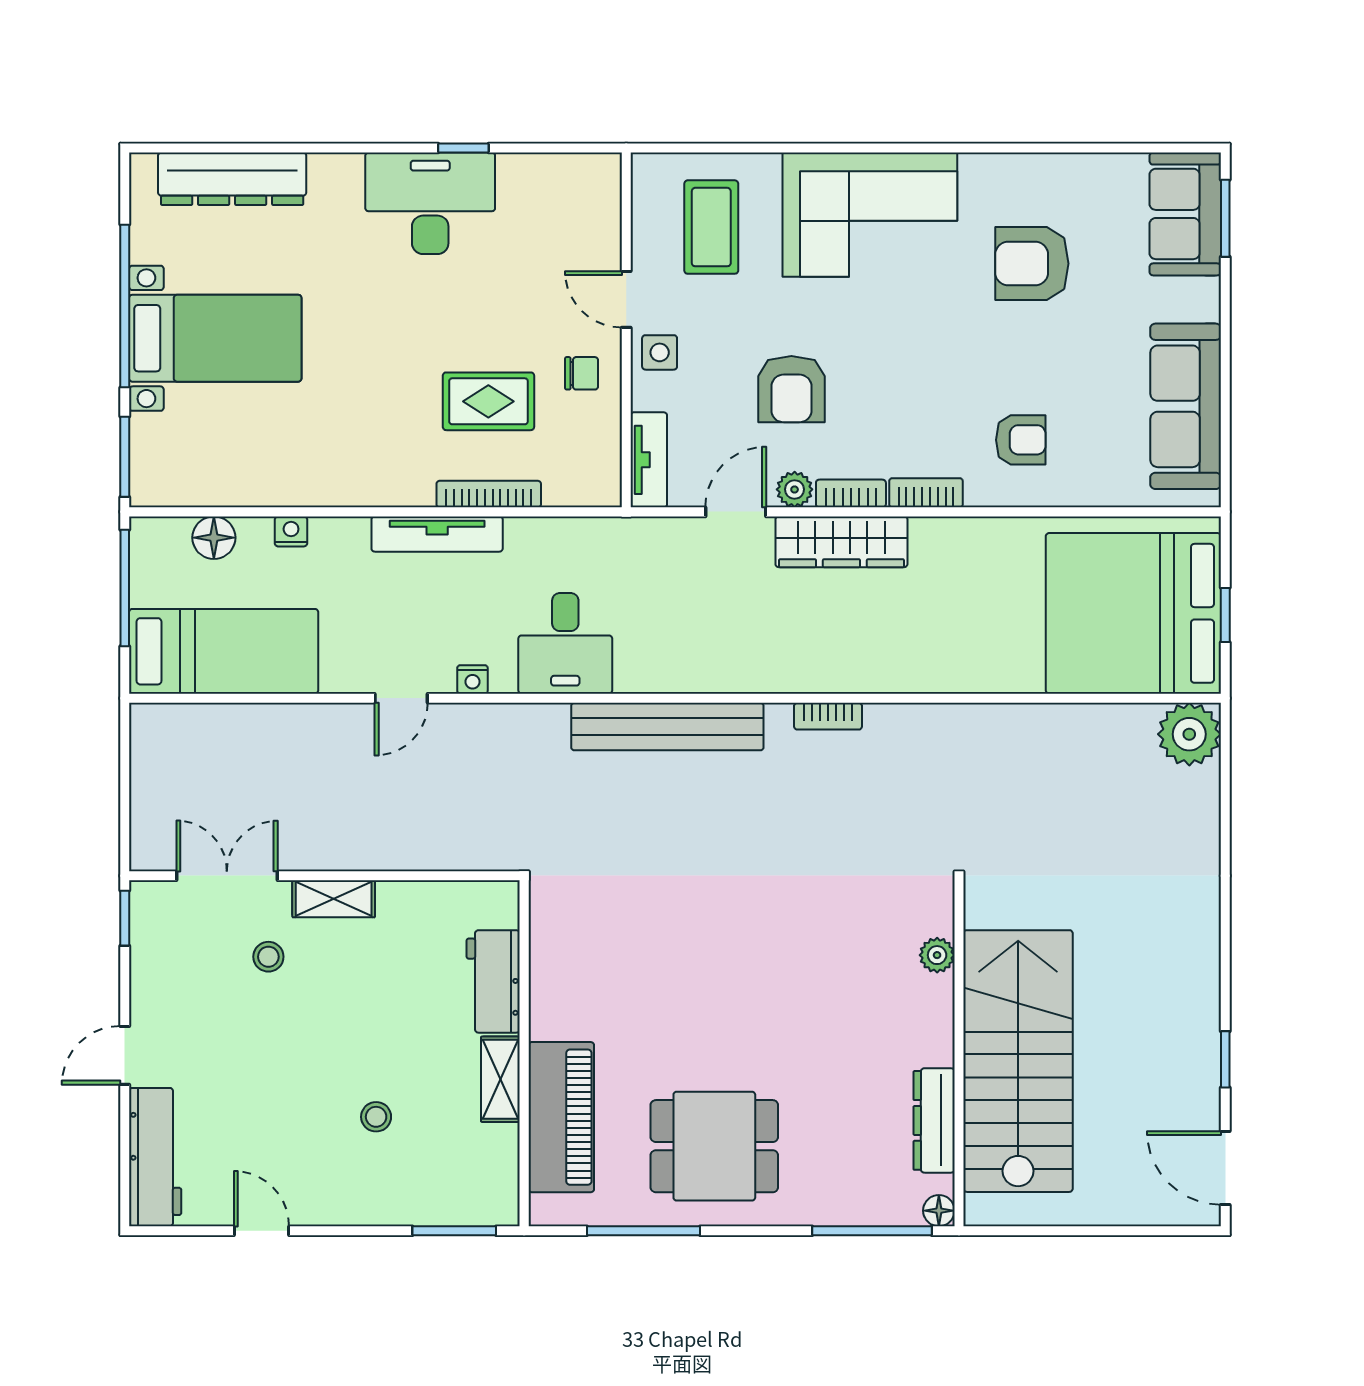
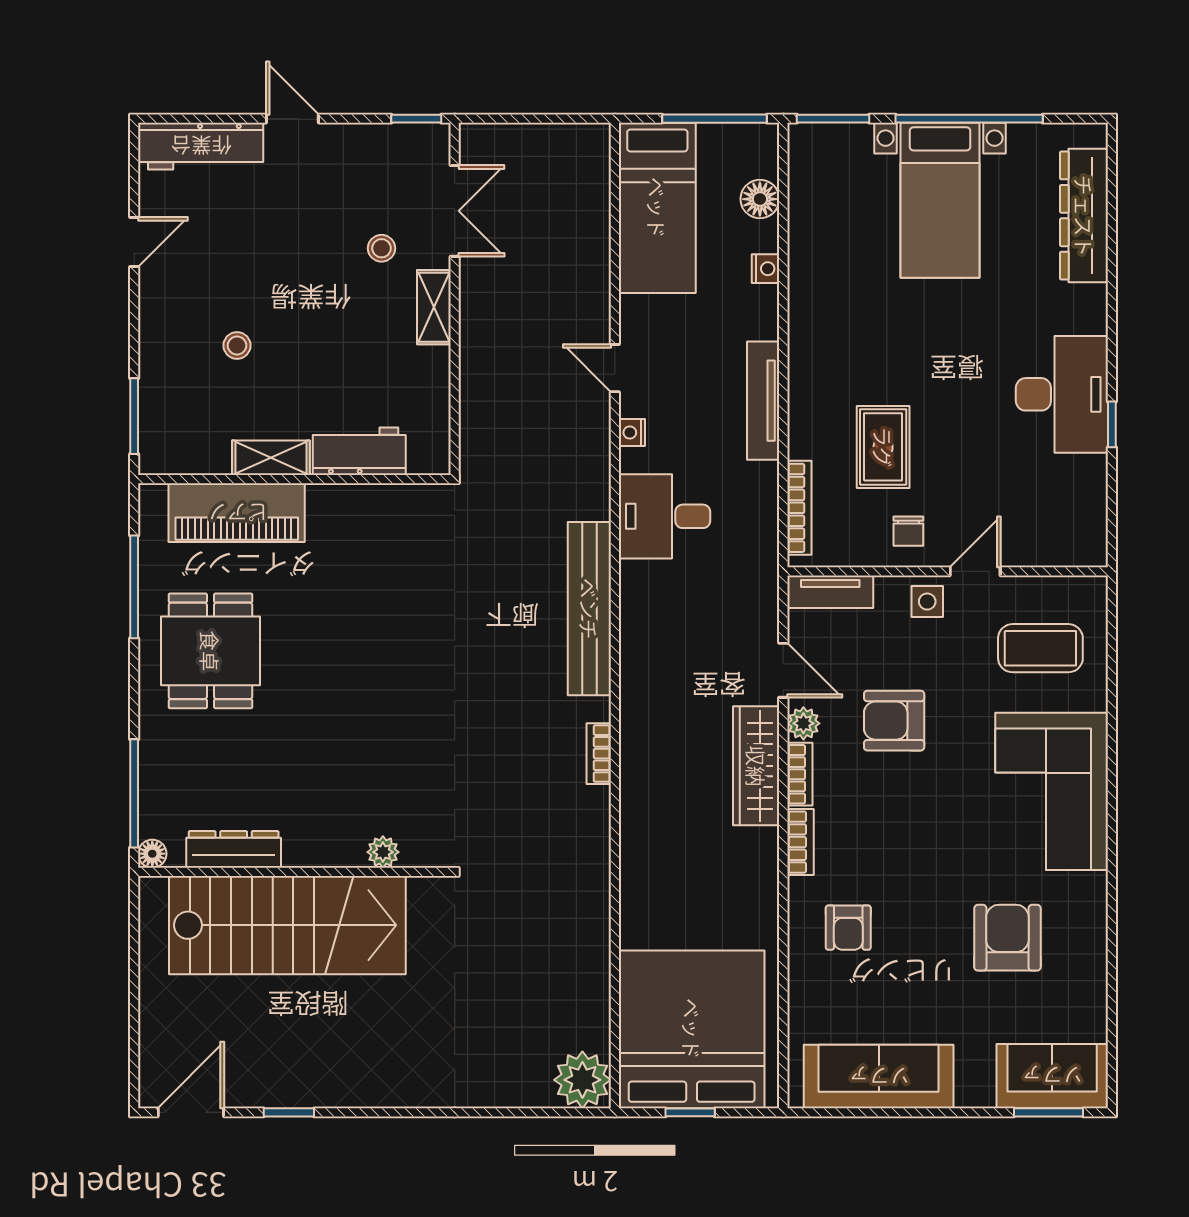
bookcase: (489, 494) -> (799, 508), moved

